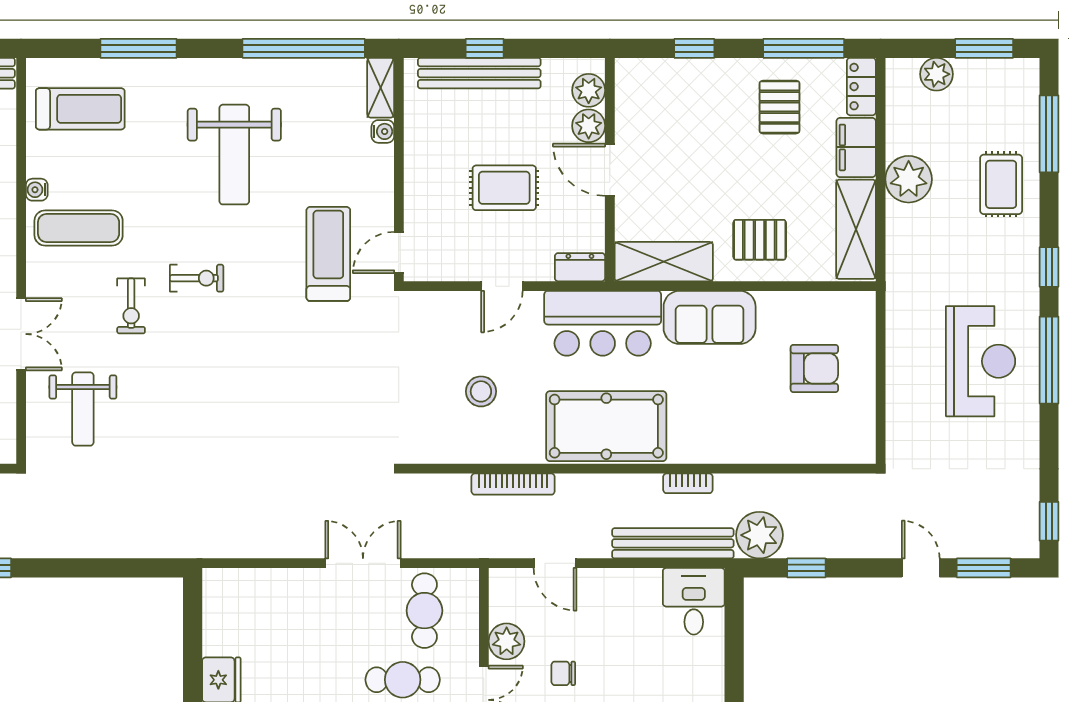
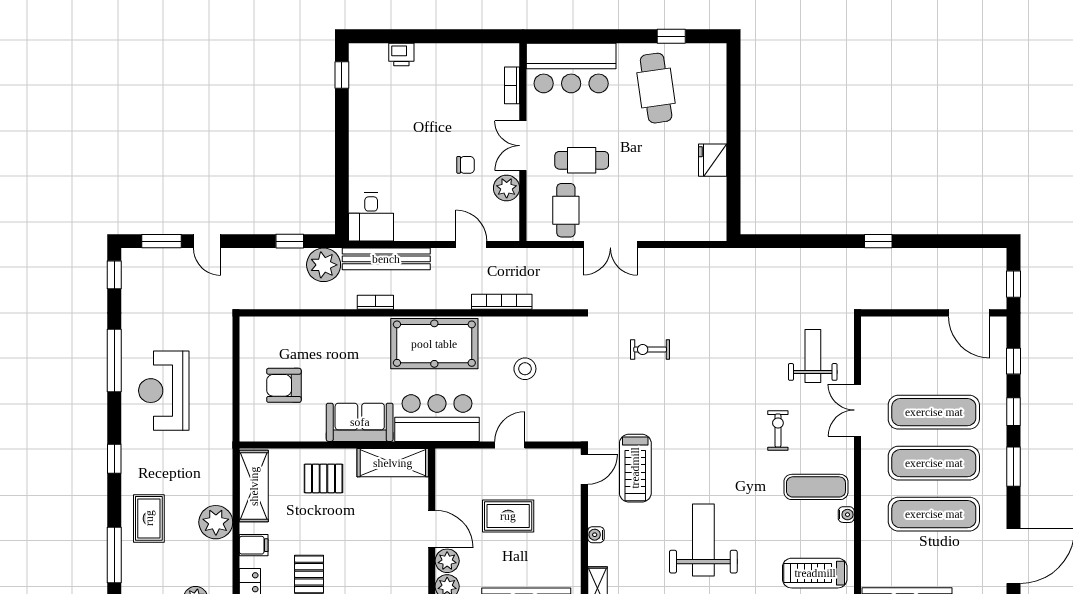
water cooler: (383, 131) -> (596, 535), moved
filing cabinet: (856, 147) -> (254, 545), width x0.50
dresser: (580, 267) -> (453, 459), removed
exercise bike: (197, 278) -> (650, 350), moved
window: (1049, 360) -> (114, 361), moved

